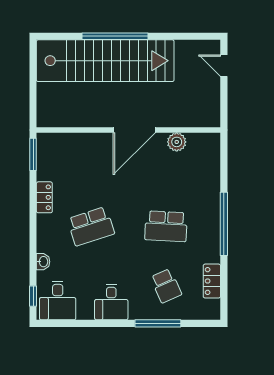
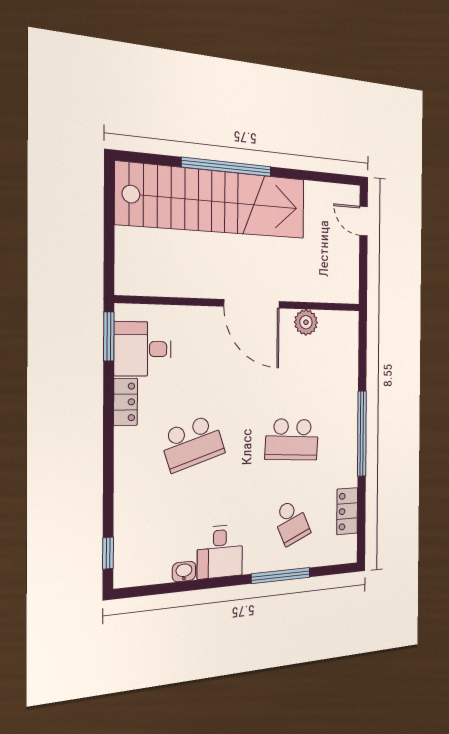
door: (134, 130) -> (252, 304), hinge flipped
washbasin: (43, 262) -> (184, 572), moved, turned -90
desk: (58, 301) -> (143, 349), moved, turned 90

